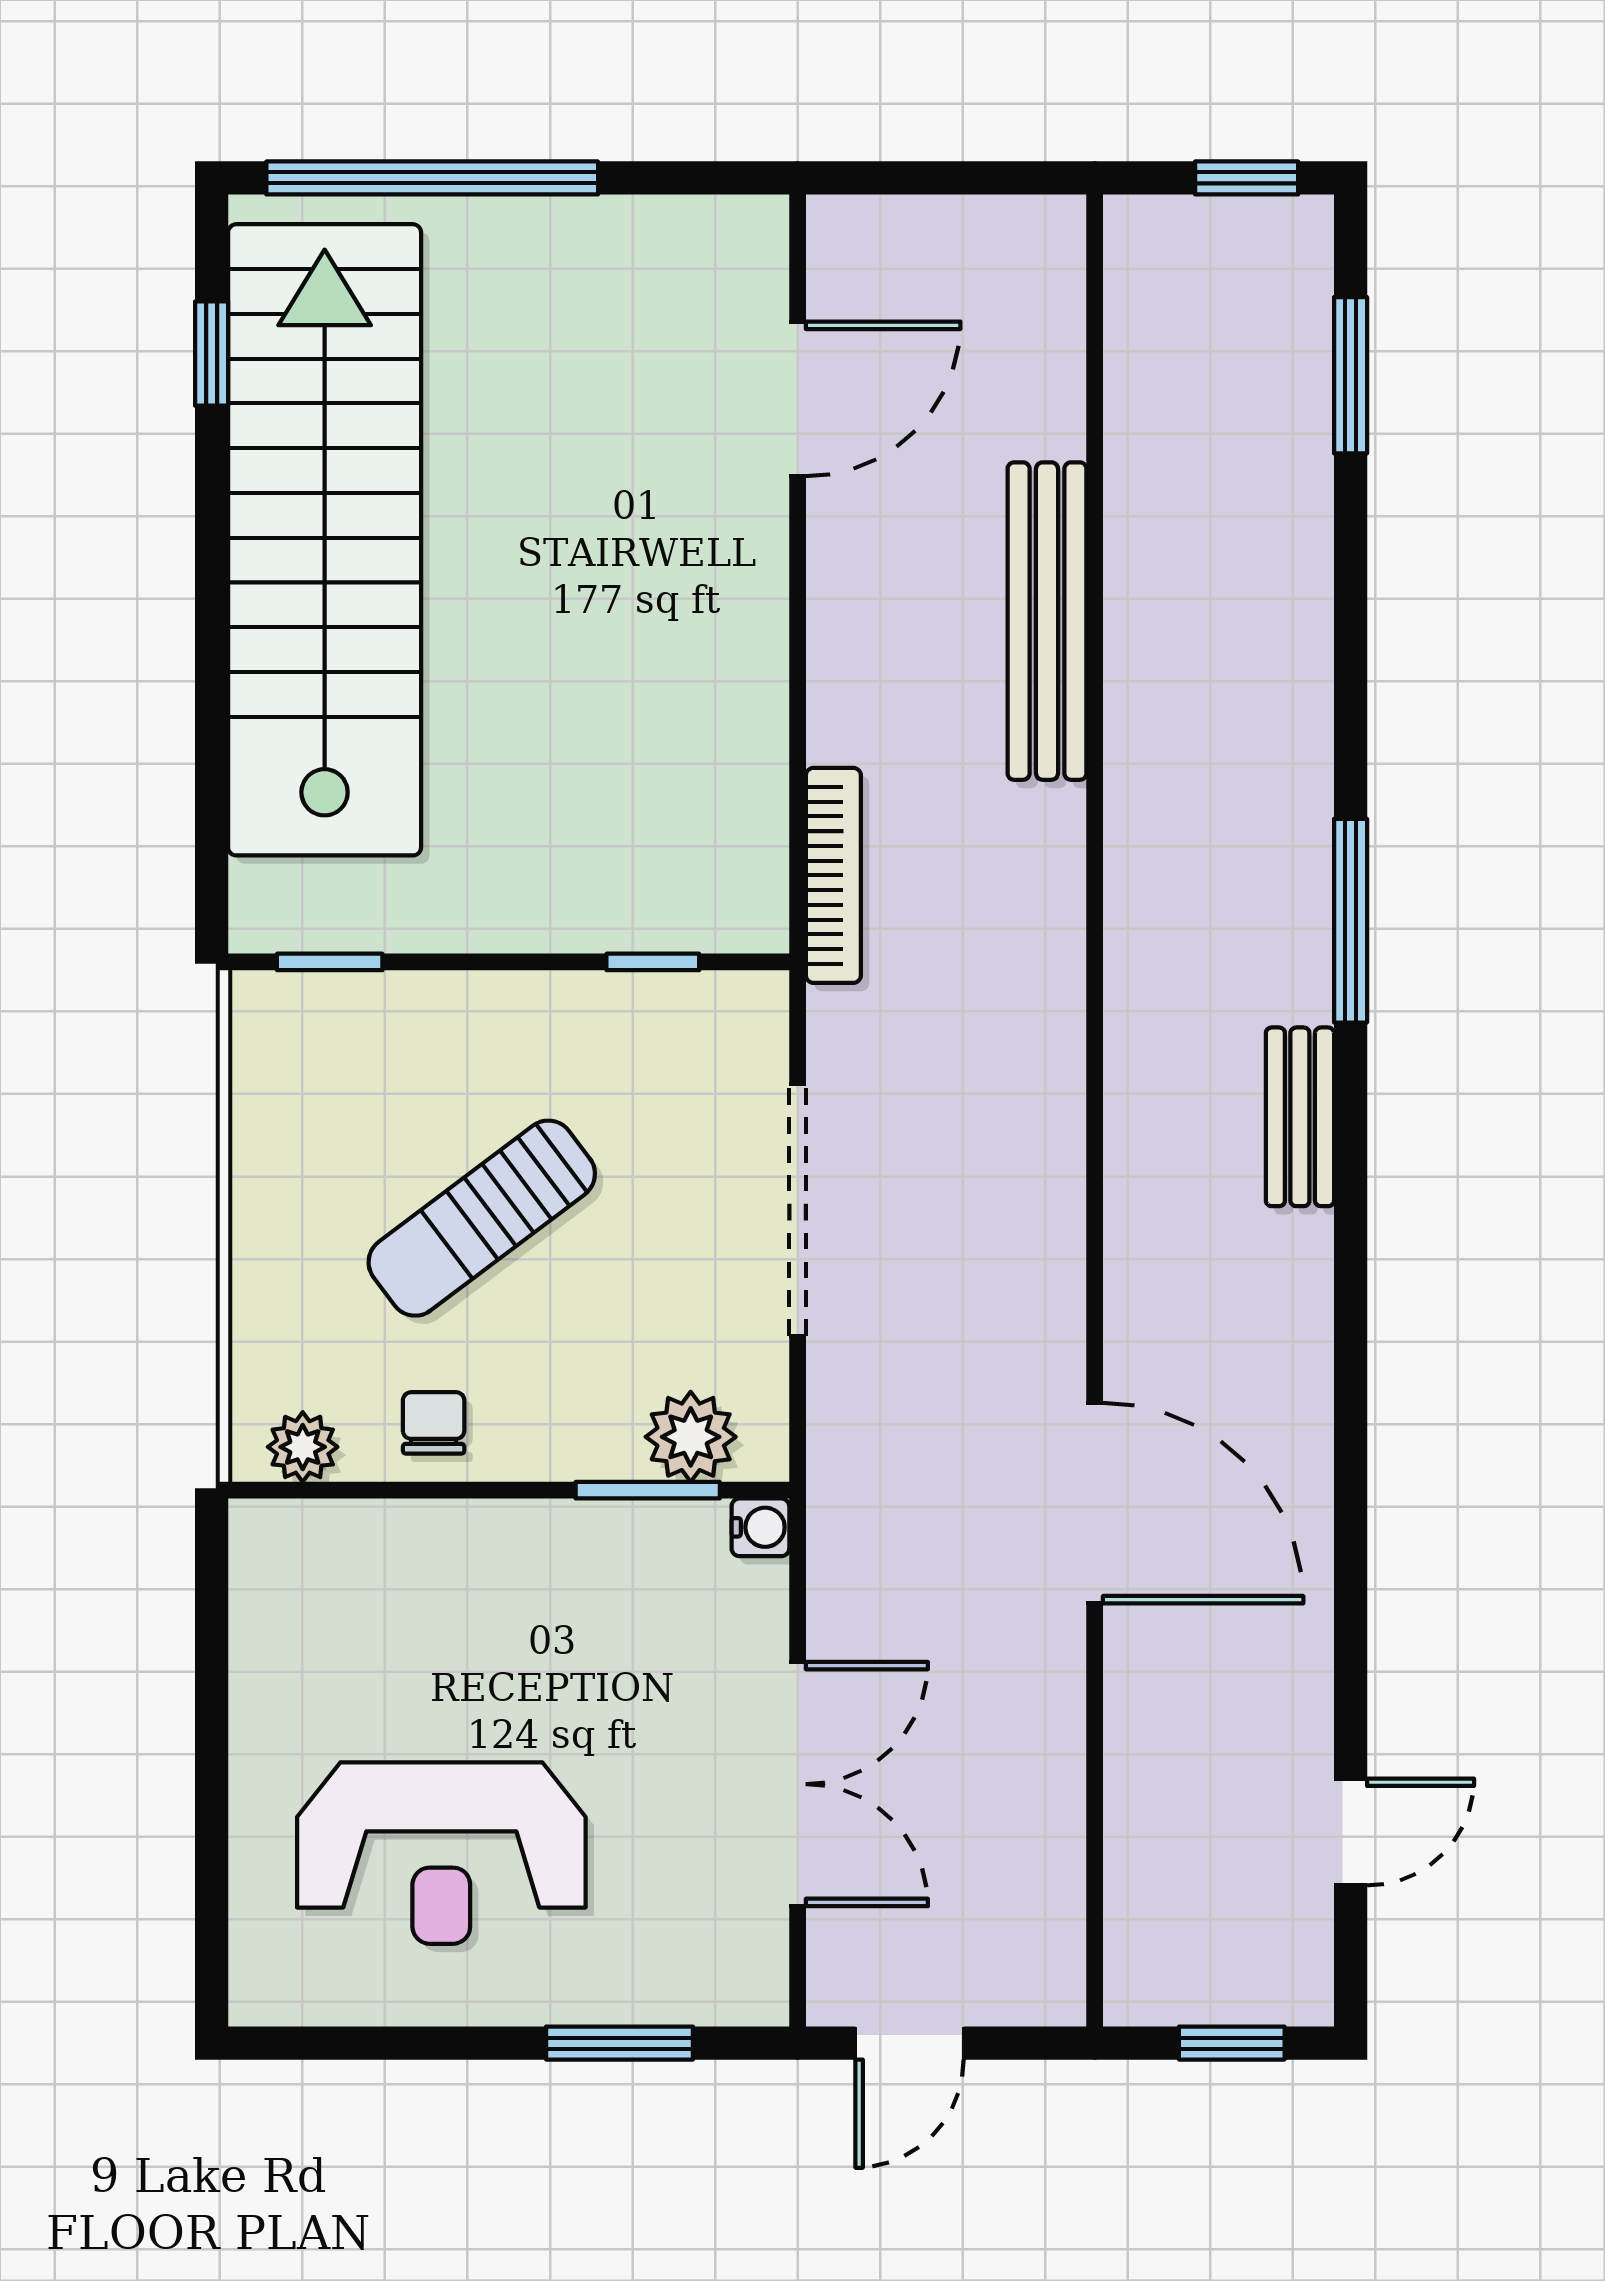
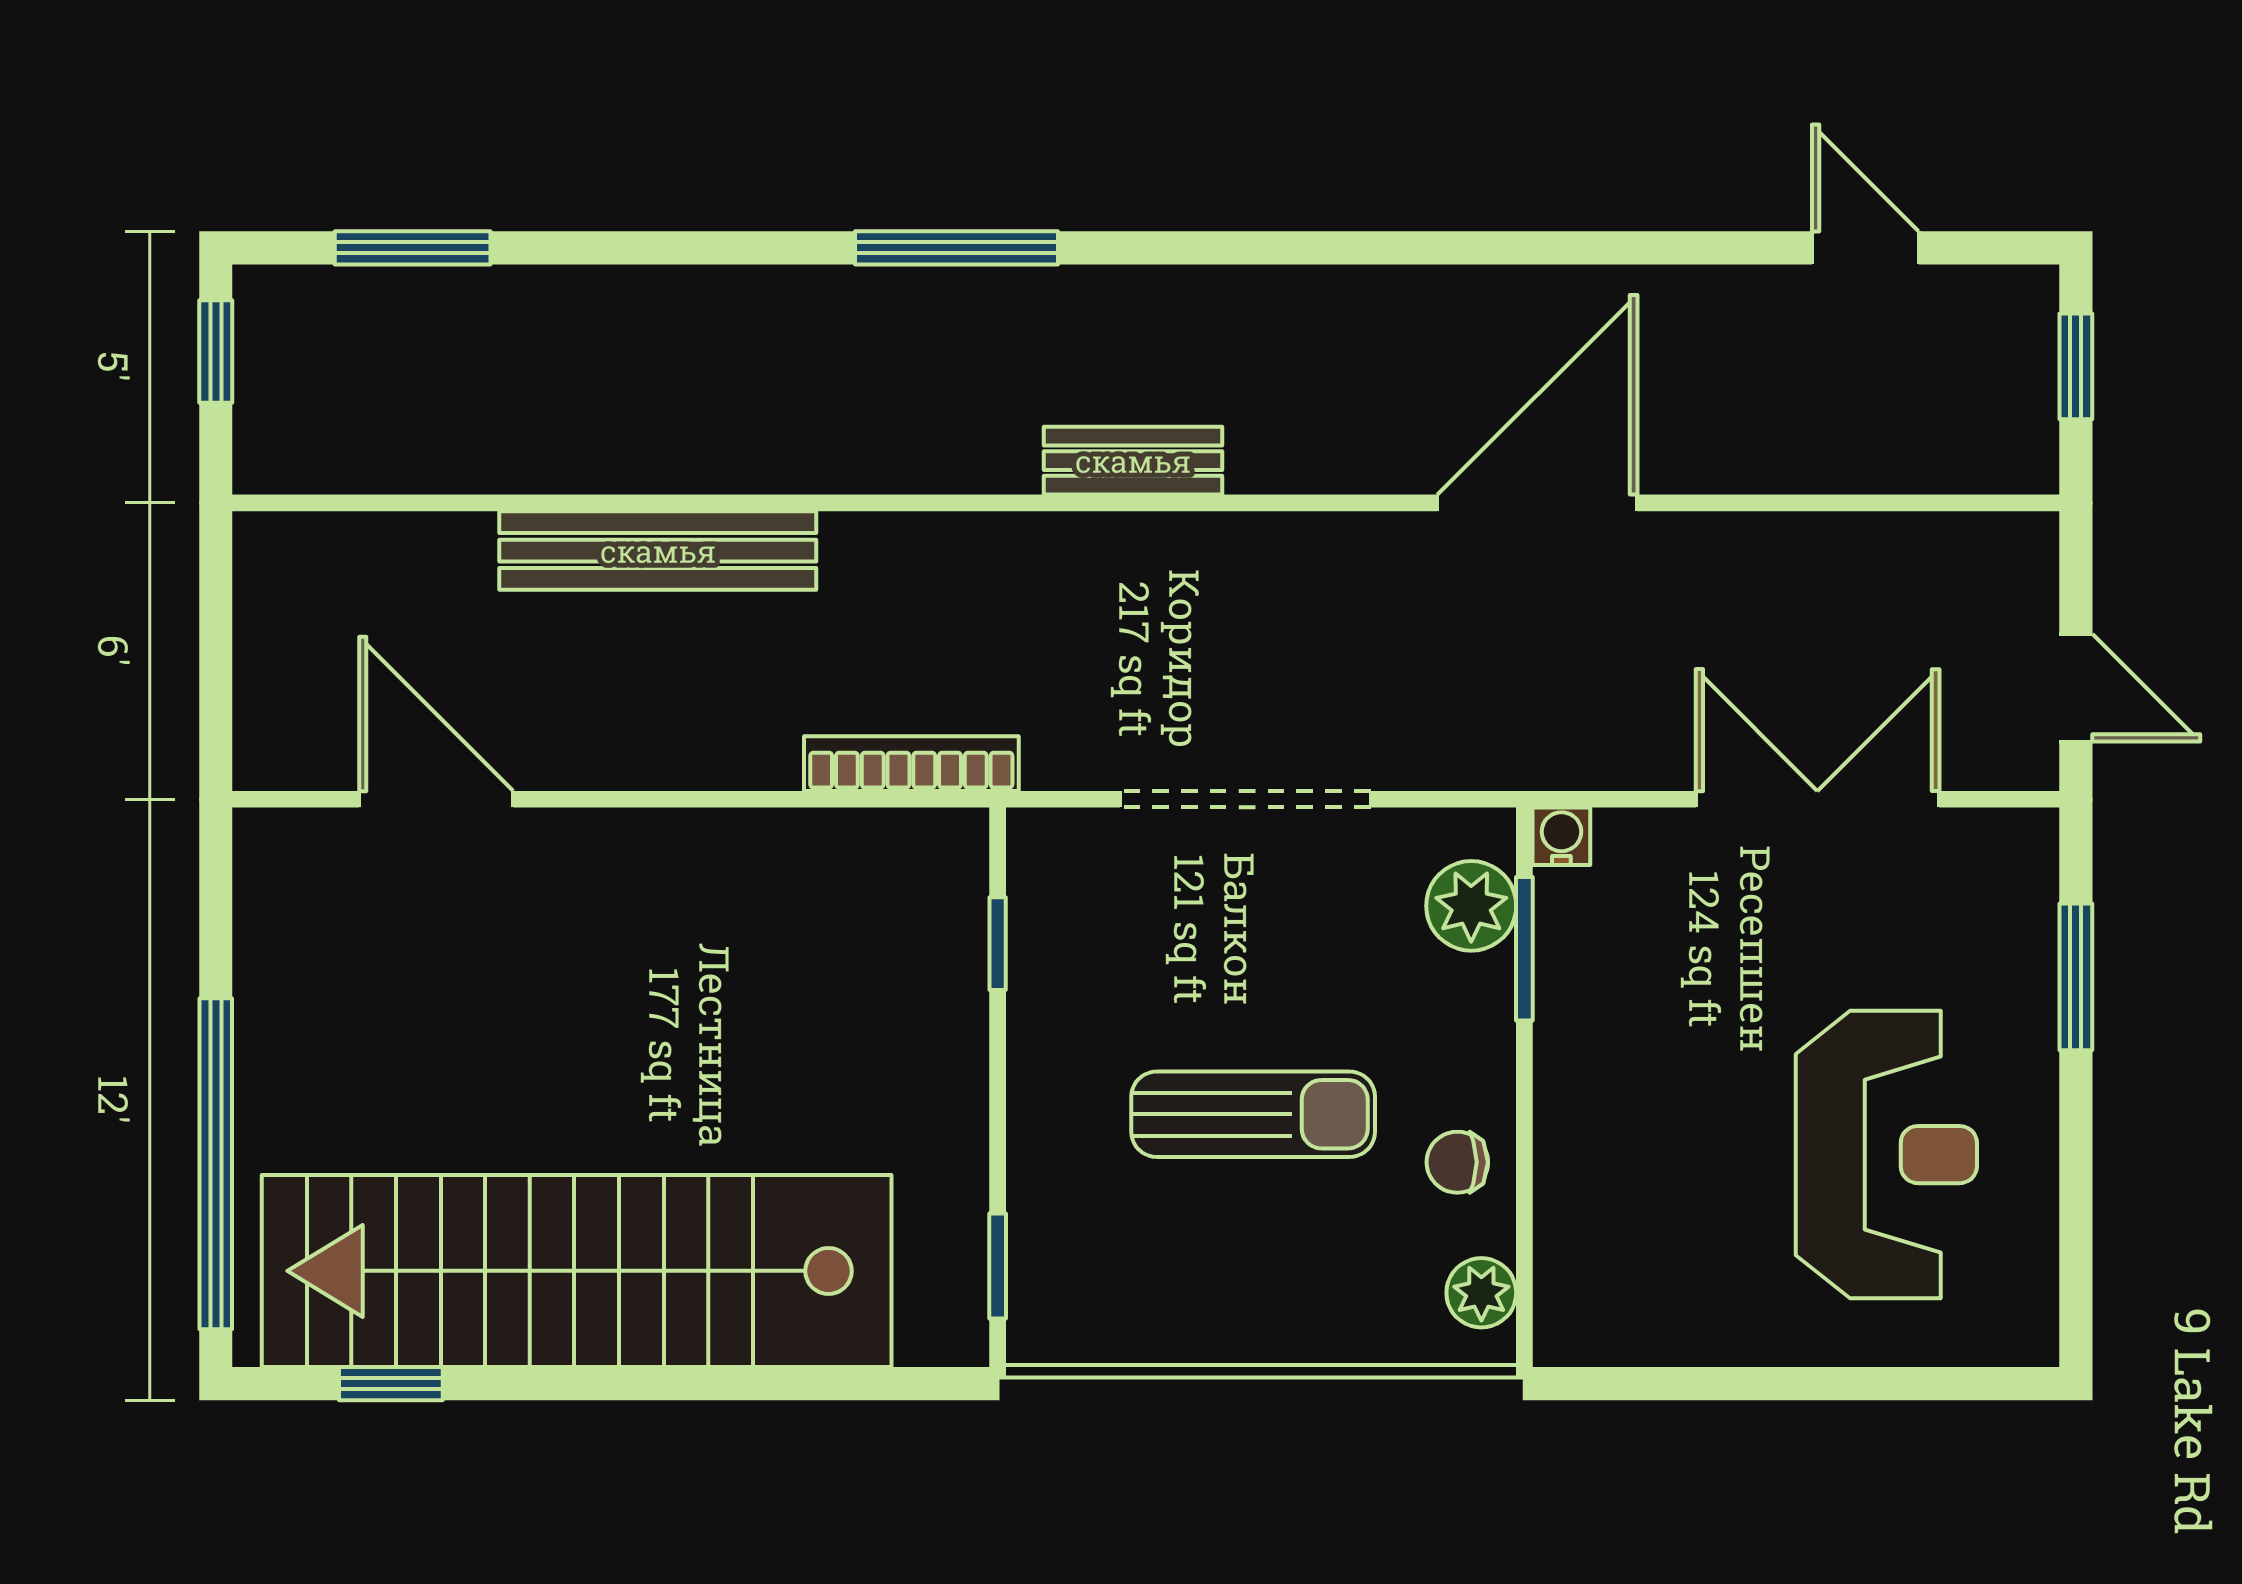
bench: (1300, 1117) -> (1133, 461), moved
sun lounger: (482, 1218) -> (1253, 1114), turned -53

